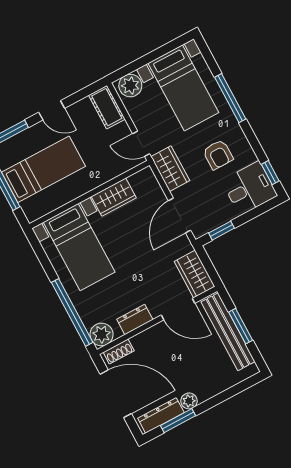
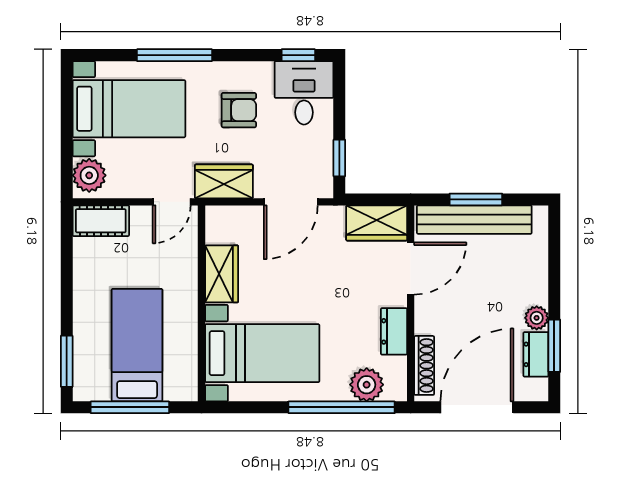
door: (52, 110) -> (67, 294), removed
door: (180, 215) -> (291, 202), hinge flipped
plant: (102, 334) -> (367, 385), moved
shoe rack: (119, 351) -> (424, 365), width x1.43
dresser: (161, 415) -> (536, 354), width x0.70

